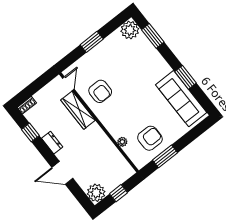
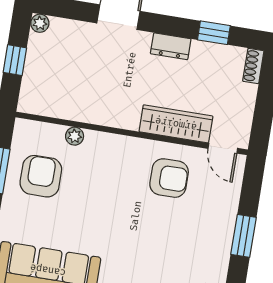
armchair: (100, 91) -> (169, 178), turned 180
armchair: (150, 138) -> (41, 176), turned 180
plant: (96, 193) -> (40, 23), width x0.53, depth x0.53

